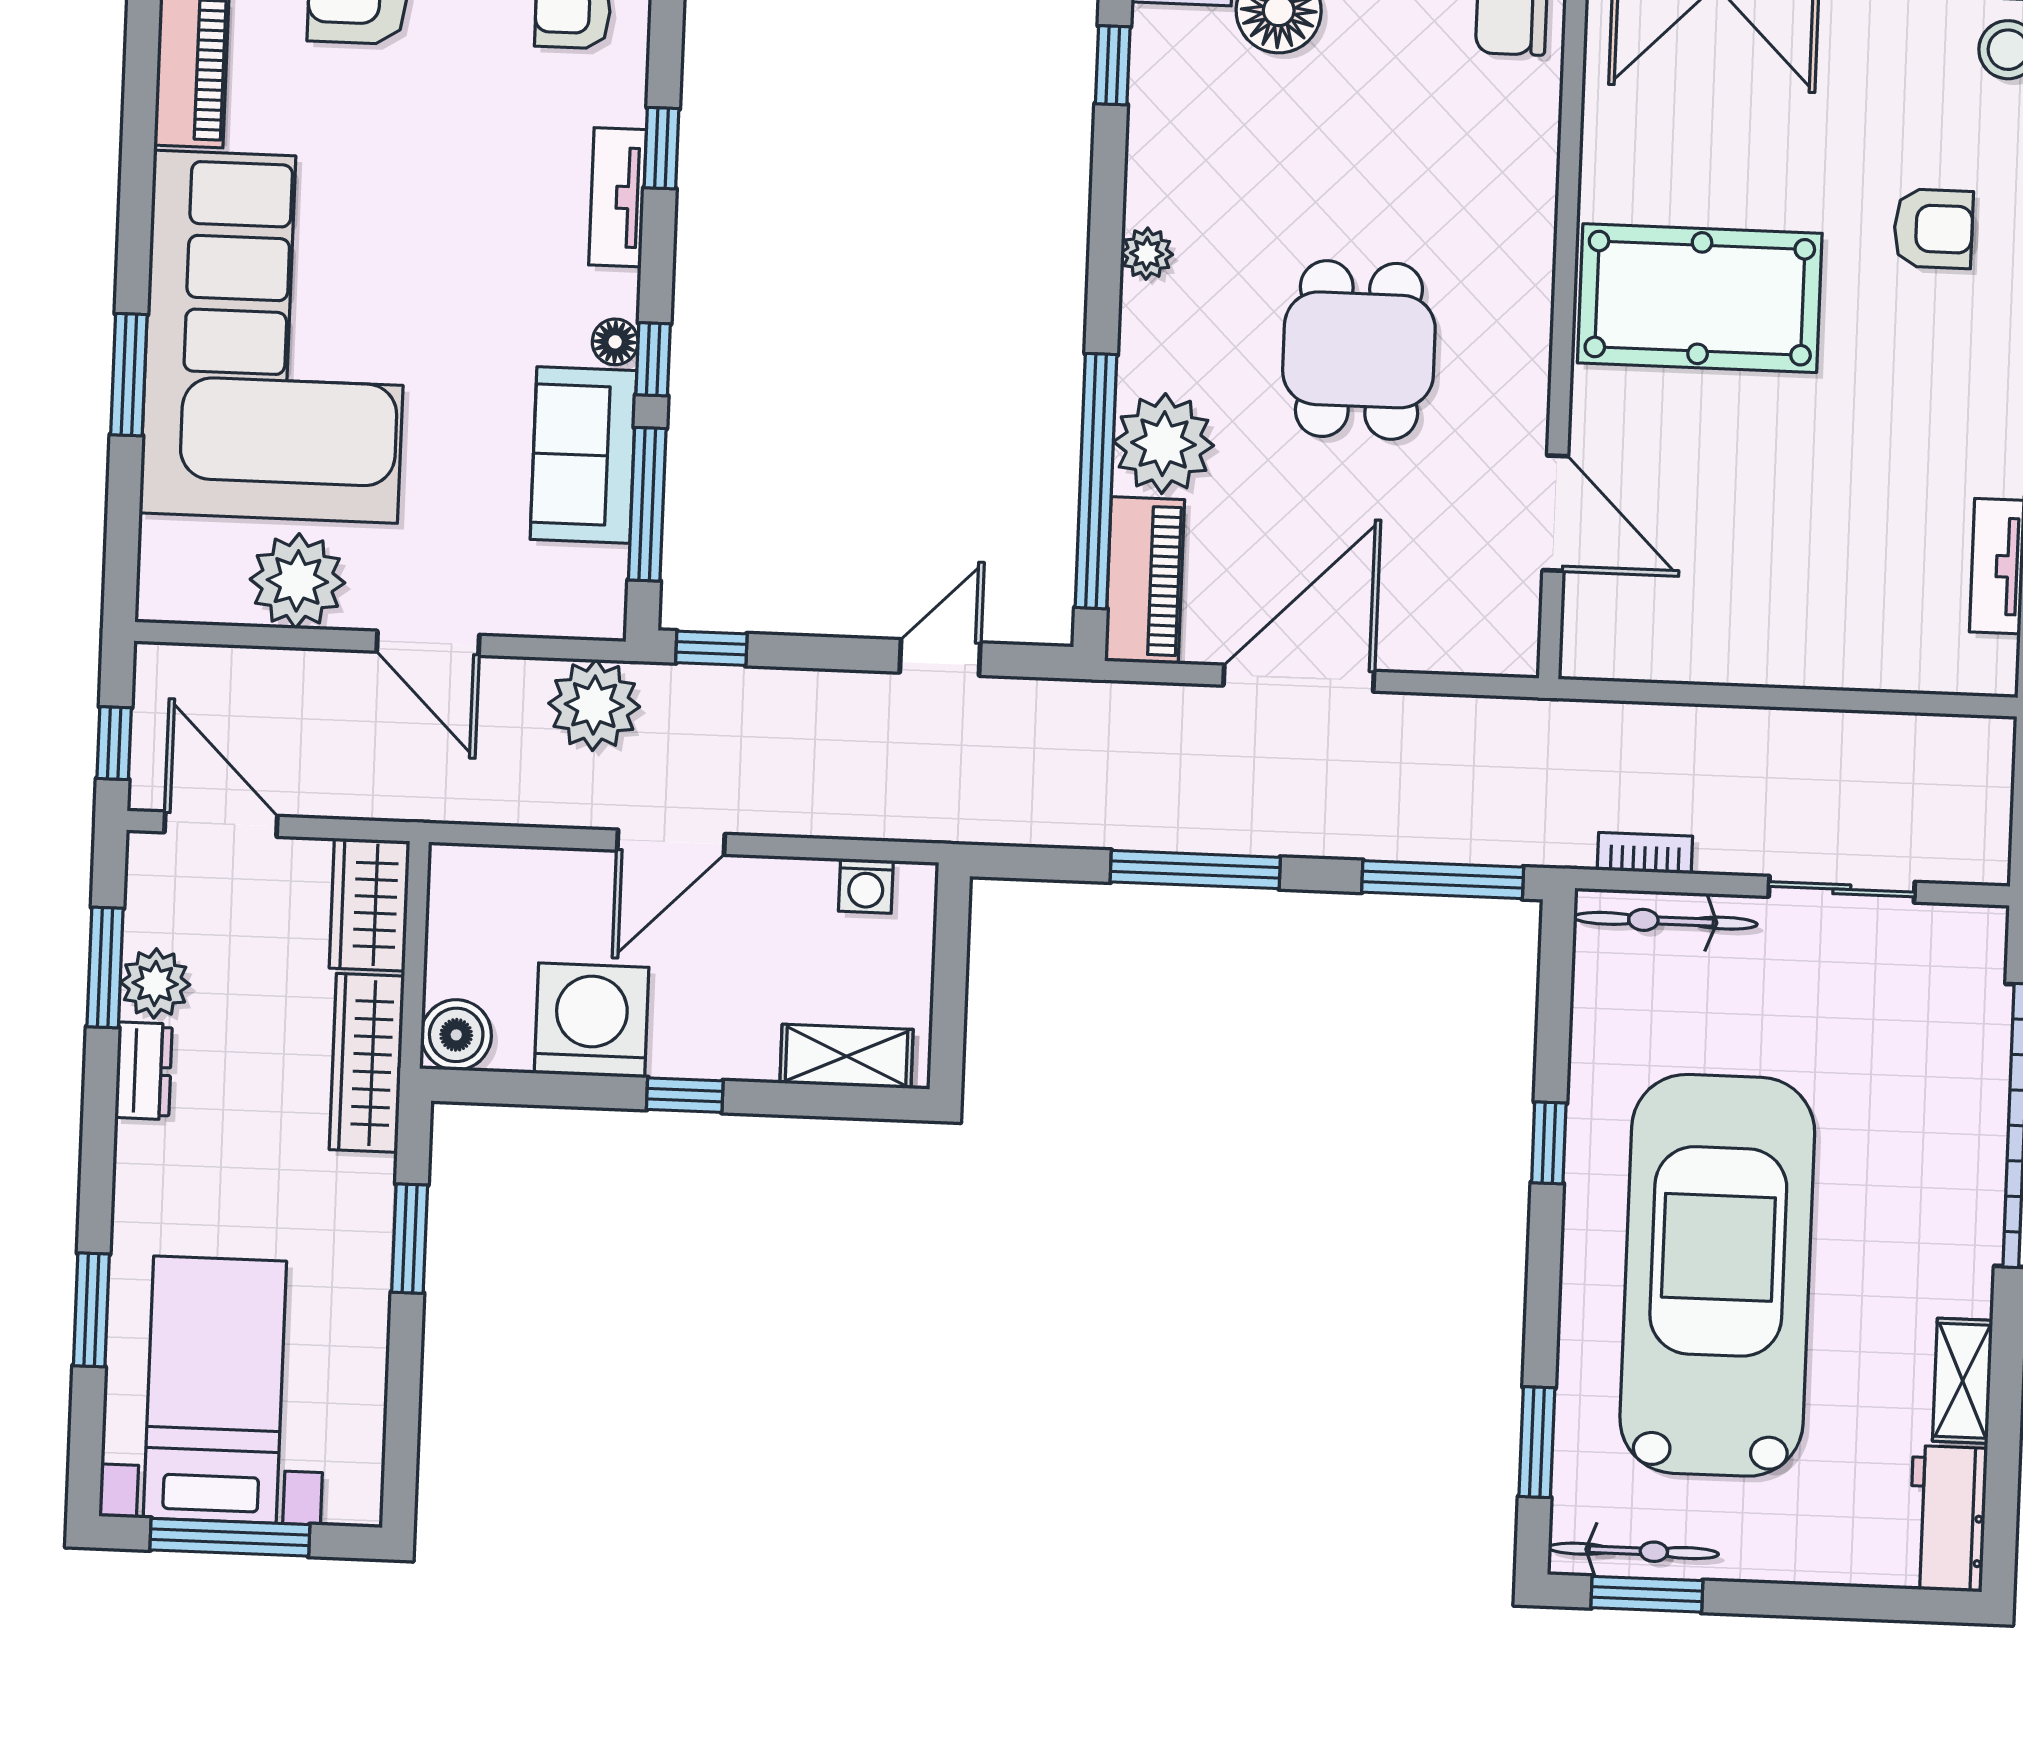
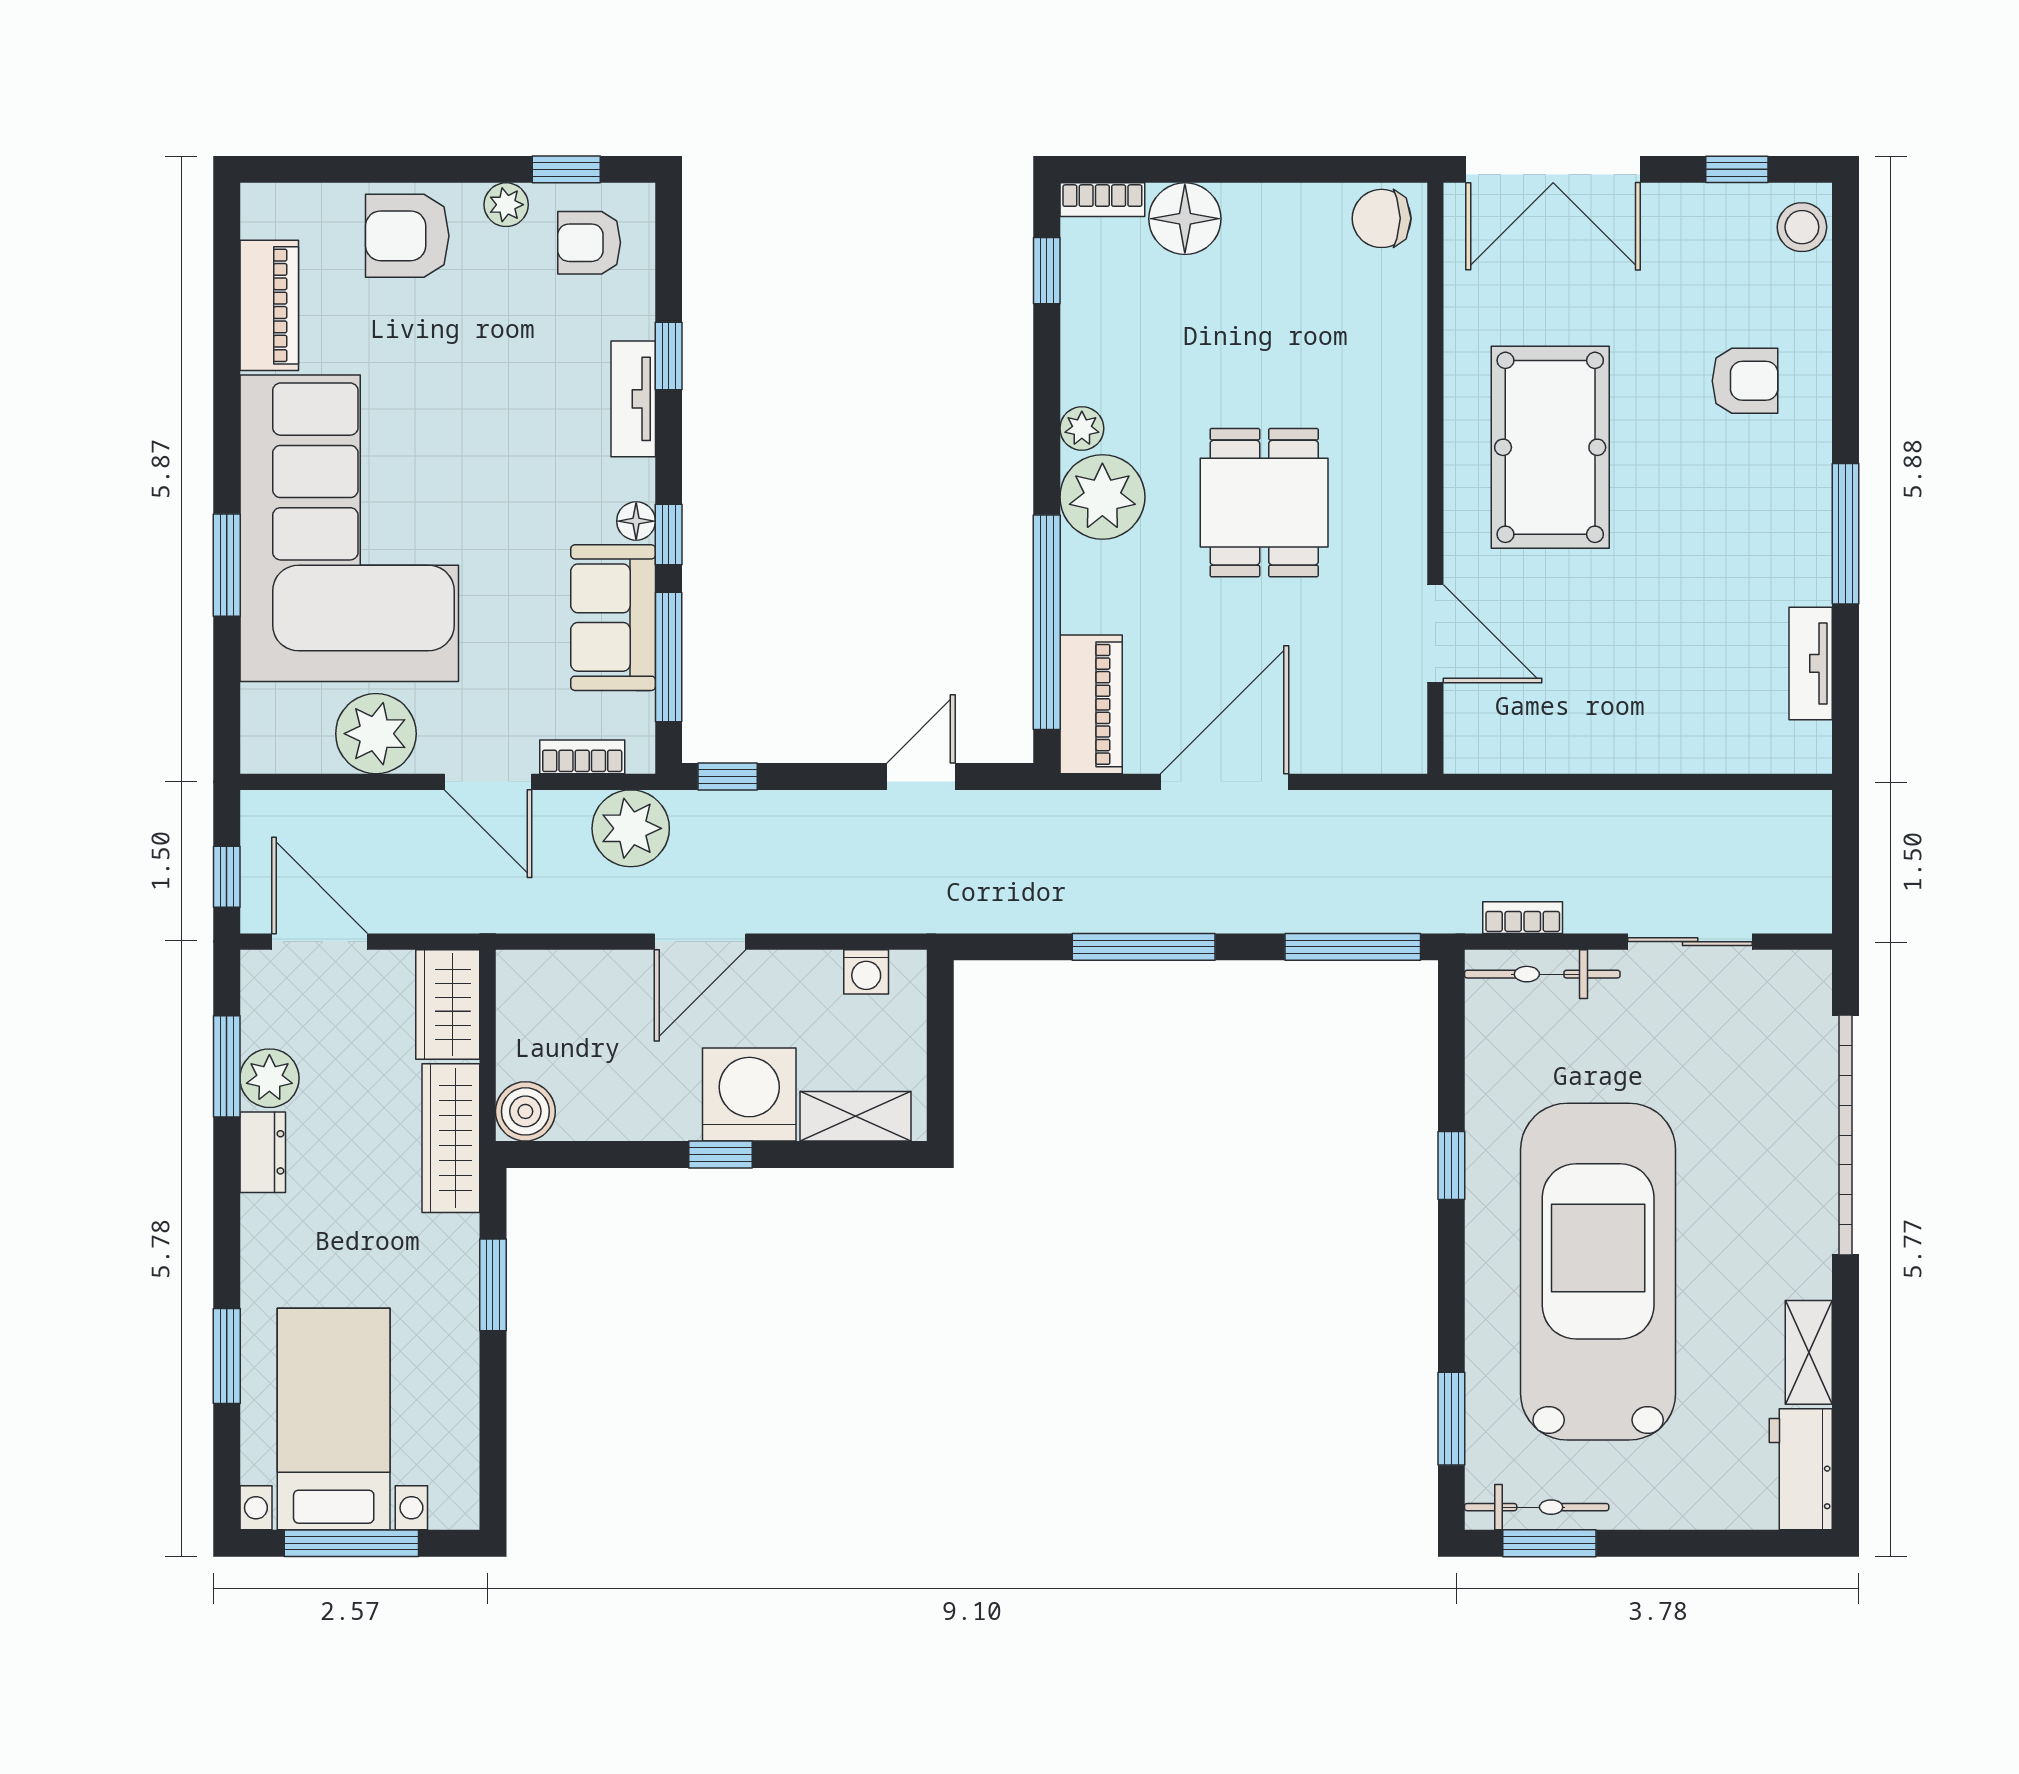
pool table: (1700, 298) -> (1550, 447), turned 90
plant: (1164, 444) -> (1102, 497), moved
bookcase: (540, 618) -> (582, 757), added
washing machine: (592, 1020) -> (749, 1095), moved

